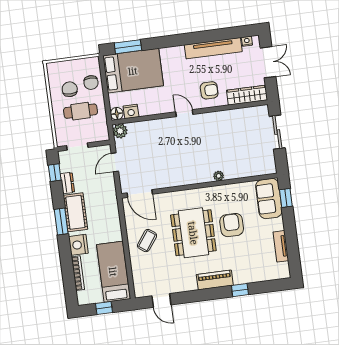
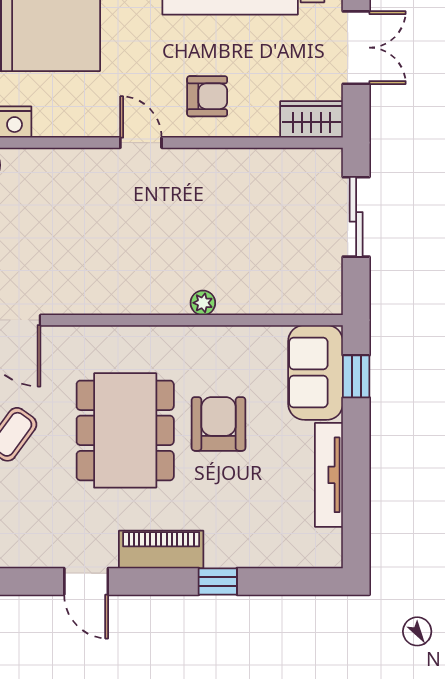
wardrobe: (247, 95) -> (311, 119), width x0.67
tv unit: (281, 246) -> (329, 475), width x1.41
door: (161, 300) -> (86, 581), moved

